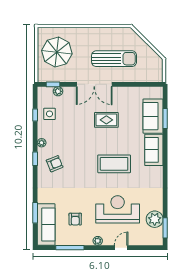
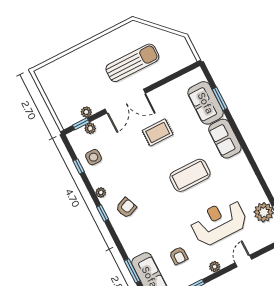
parasol: (57, 52) -> (68, 87), removed
plant: (61, 78) -> (86, 112), added

